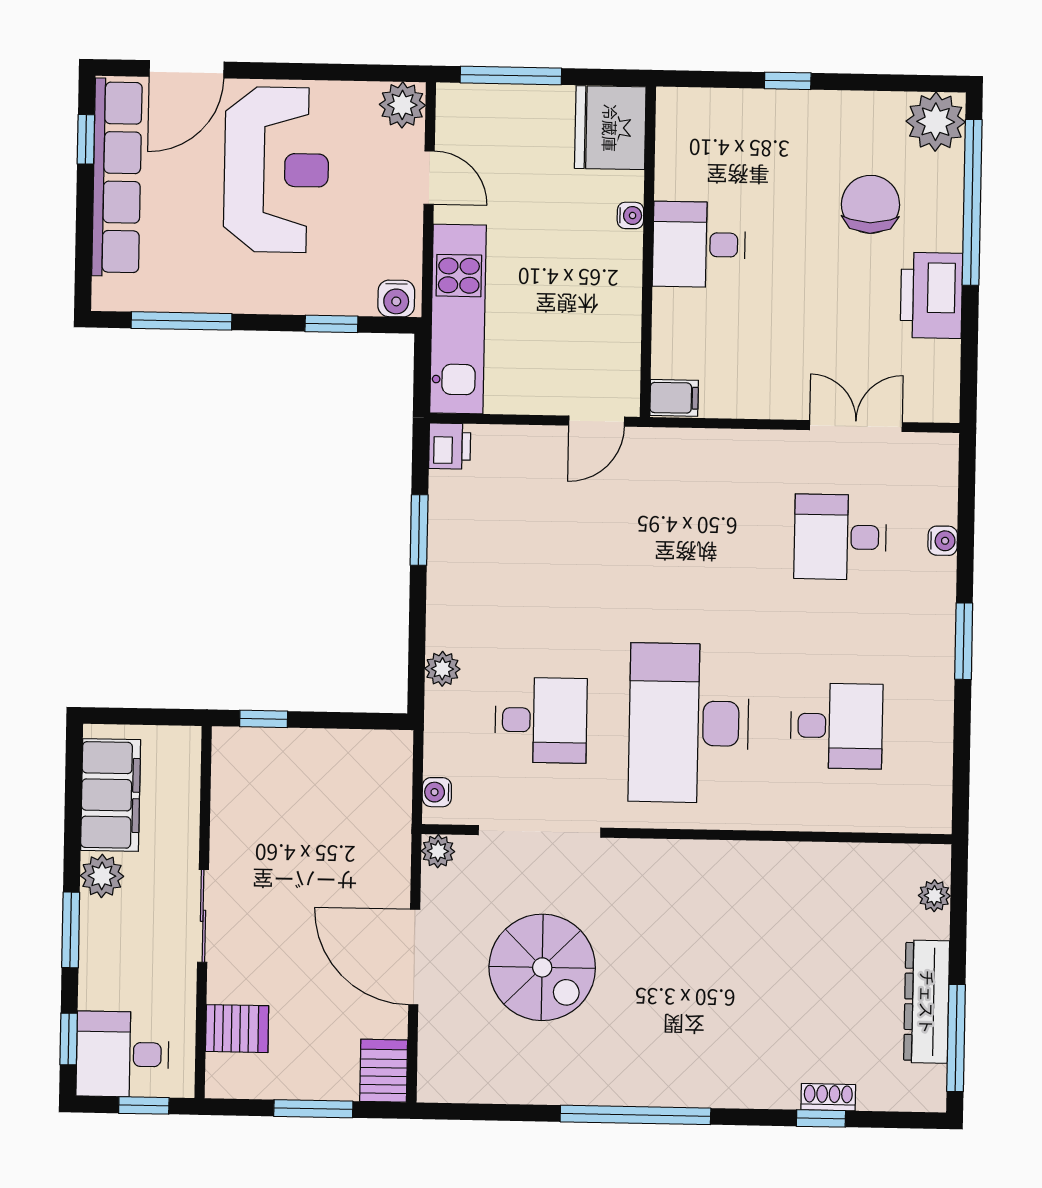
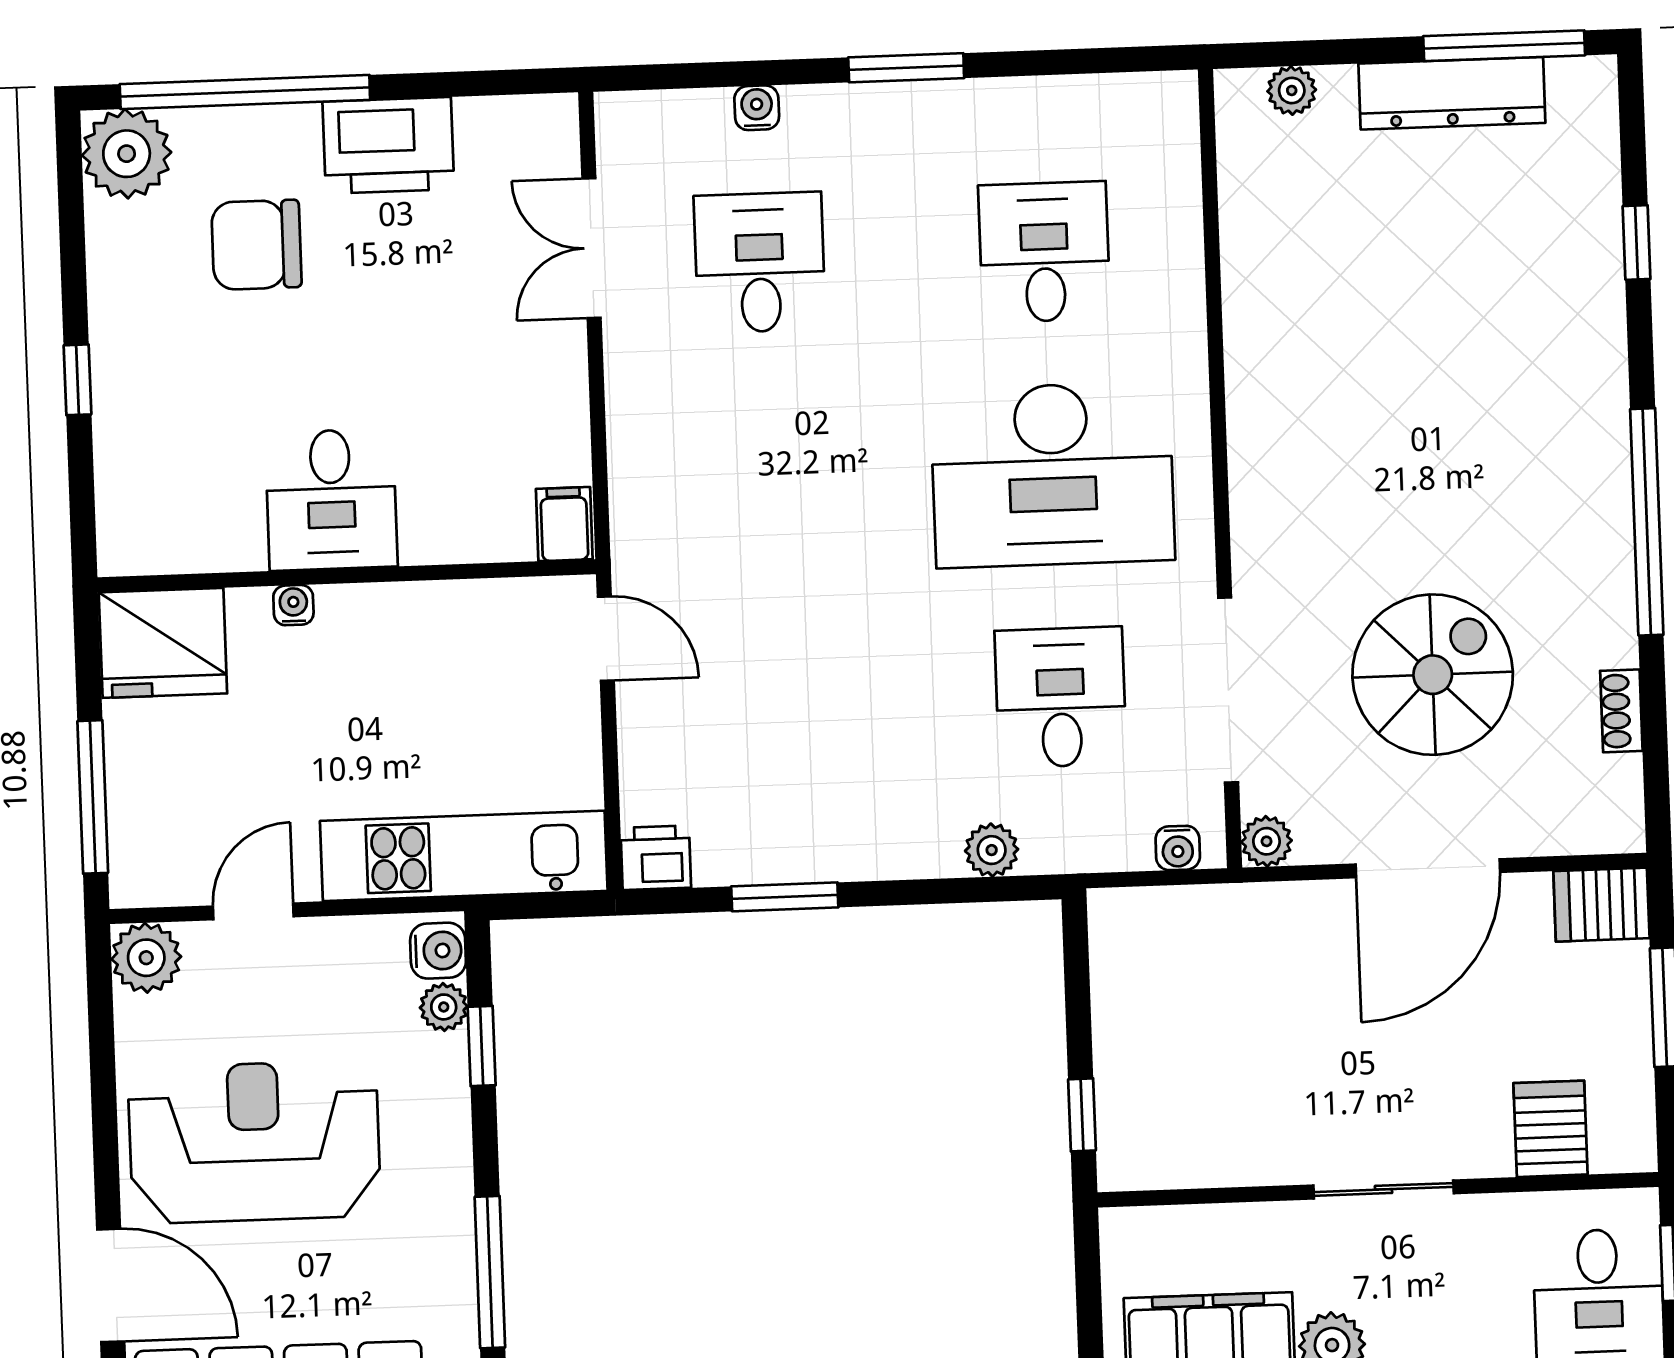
plant: (359, 300) -> (444, 1007), added
desk: (840, 537) -> (760, 262), turned 180
shoe rack: (828, 1097) -> (1621, 711), moved

